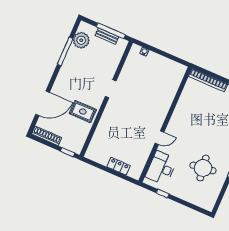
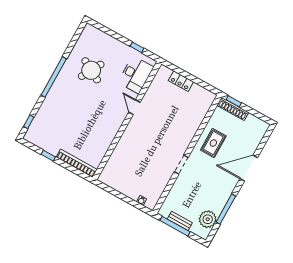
door: (43, 103) -> (249, 168), moved
rug: (83, 112) -> (213, 143), turned 90
shoe rack: (47, 136) -> (233, 109), moved
door: (159, 138) -> (134, 107), hinge flipped
round table: (203, 168) -> (91, 70), turned 37

